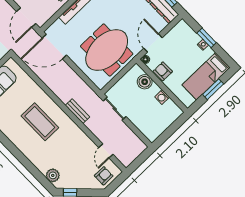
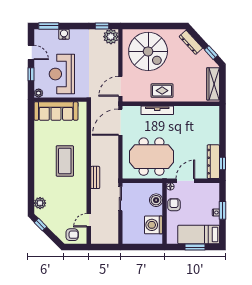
door: (54, 47) -> (120, 122), hinge flipped
washing machine: (162, 97) -> (154, 225), width x1.89, depth x1.89

